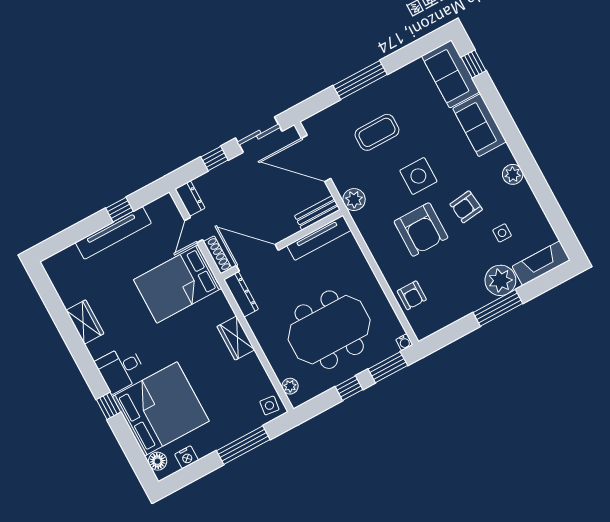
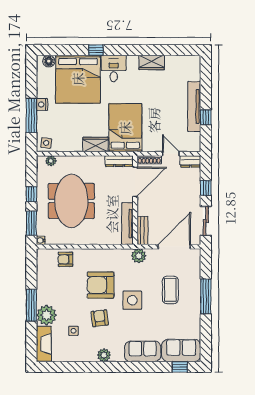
bed: (178, 284) -> (125, 128), moved
nightstand: (187, 457) -> (42, 104), moved

